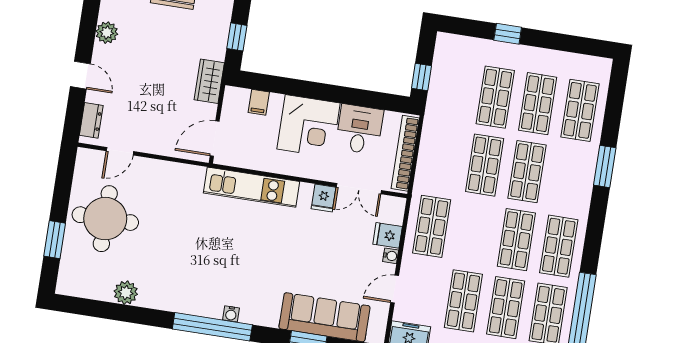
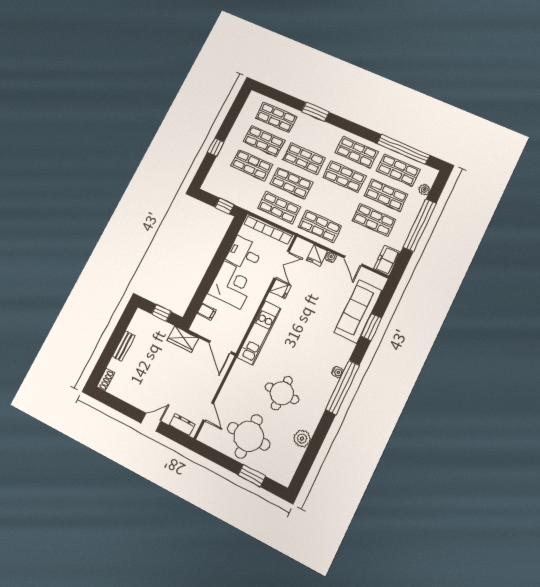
plant: (107, 33) -> (130, 396), removed
shop shelf: (442, 158) -> (279, 208), added
round table: (178, 246) -> (282, 393), added

